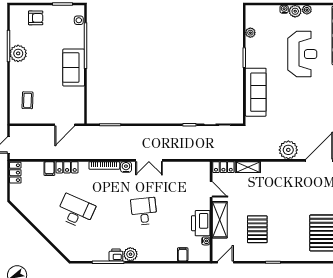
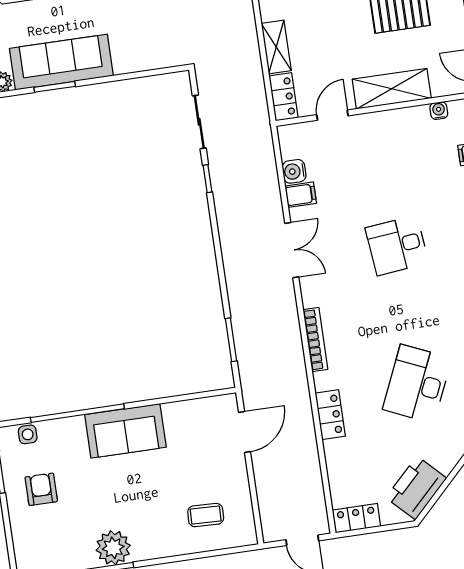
armchair: (36, 18) -> (41, 489), moved
sofa: (256, 92) -> (61, 62), moved
door: (65, 125) -> (244, 432), hinge flipped
water cooler: (126, 167) -> (294, 171), moved
filing cabinet: (49, 169) -> (301, 195), moved
printer: (201, 223) -> (416, 488), moved, turned 135

